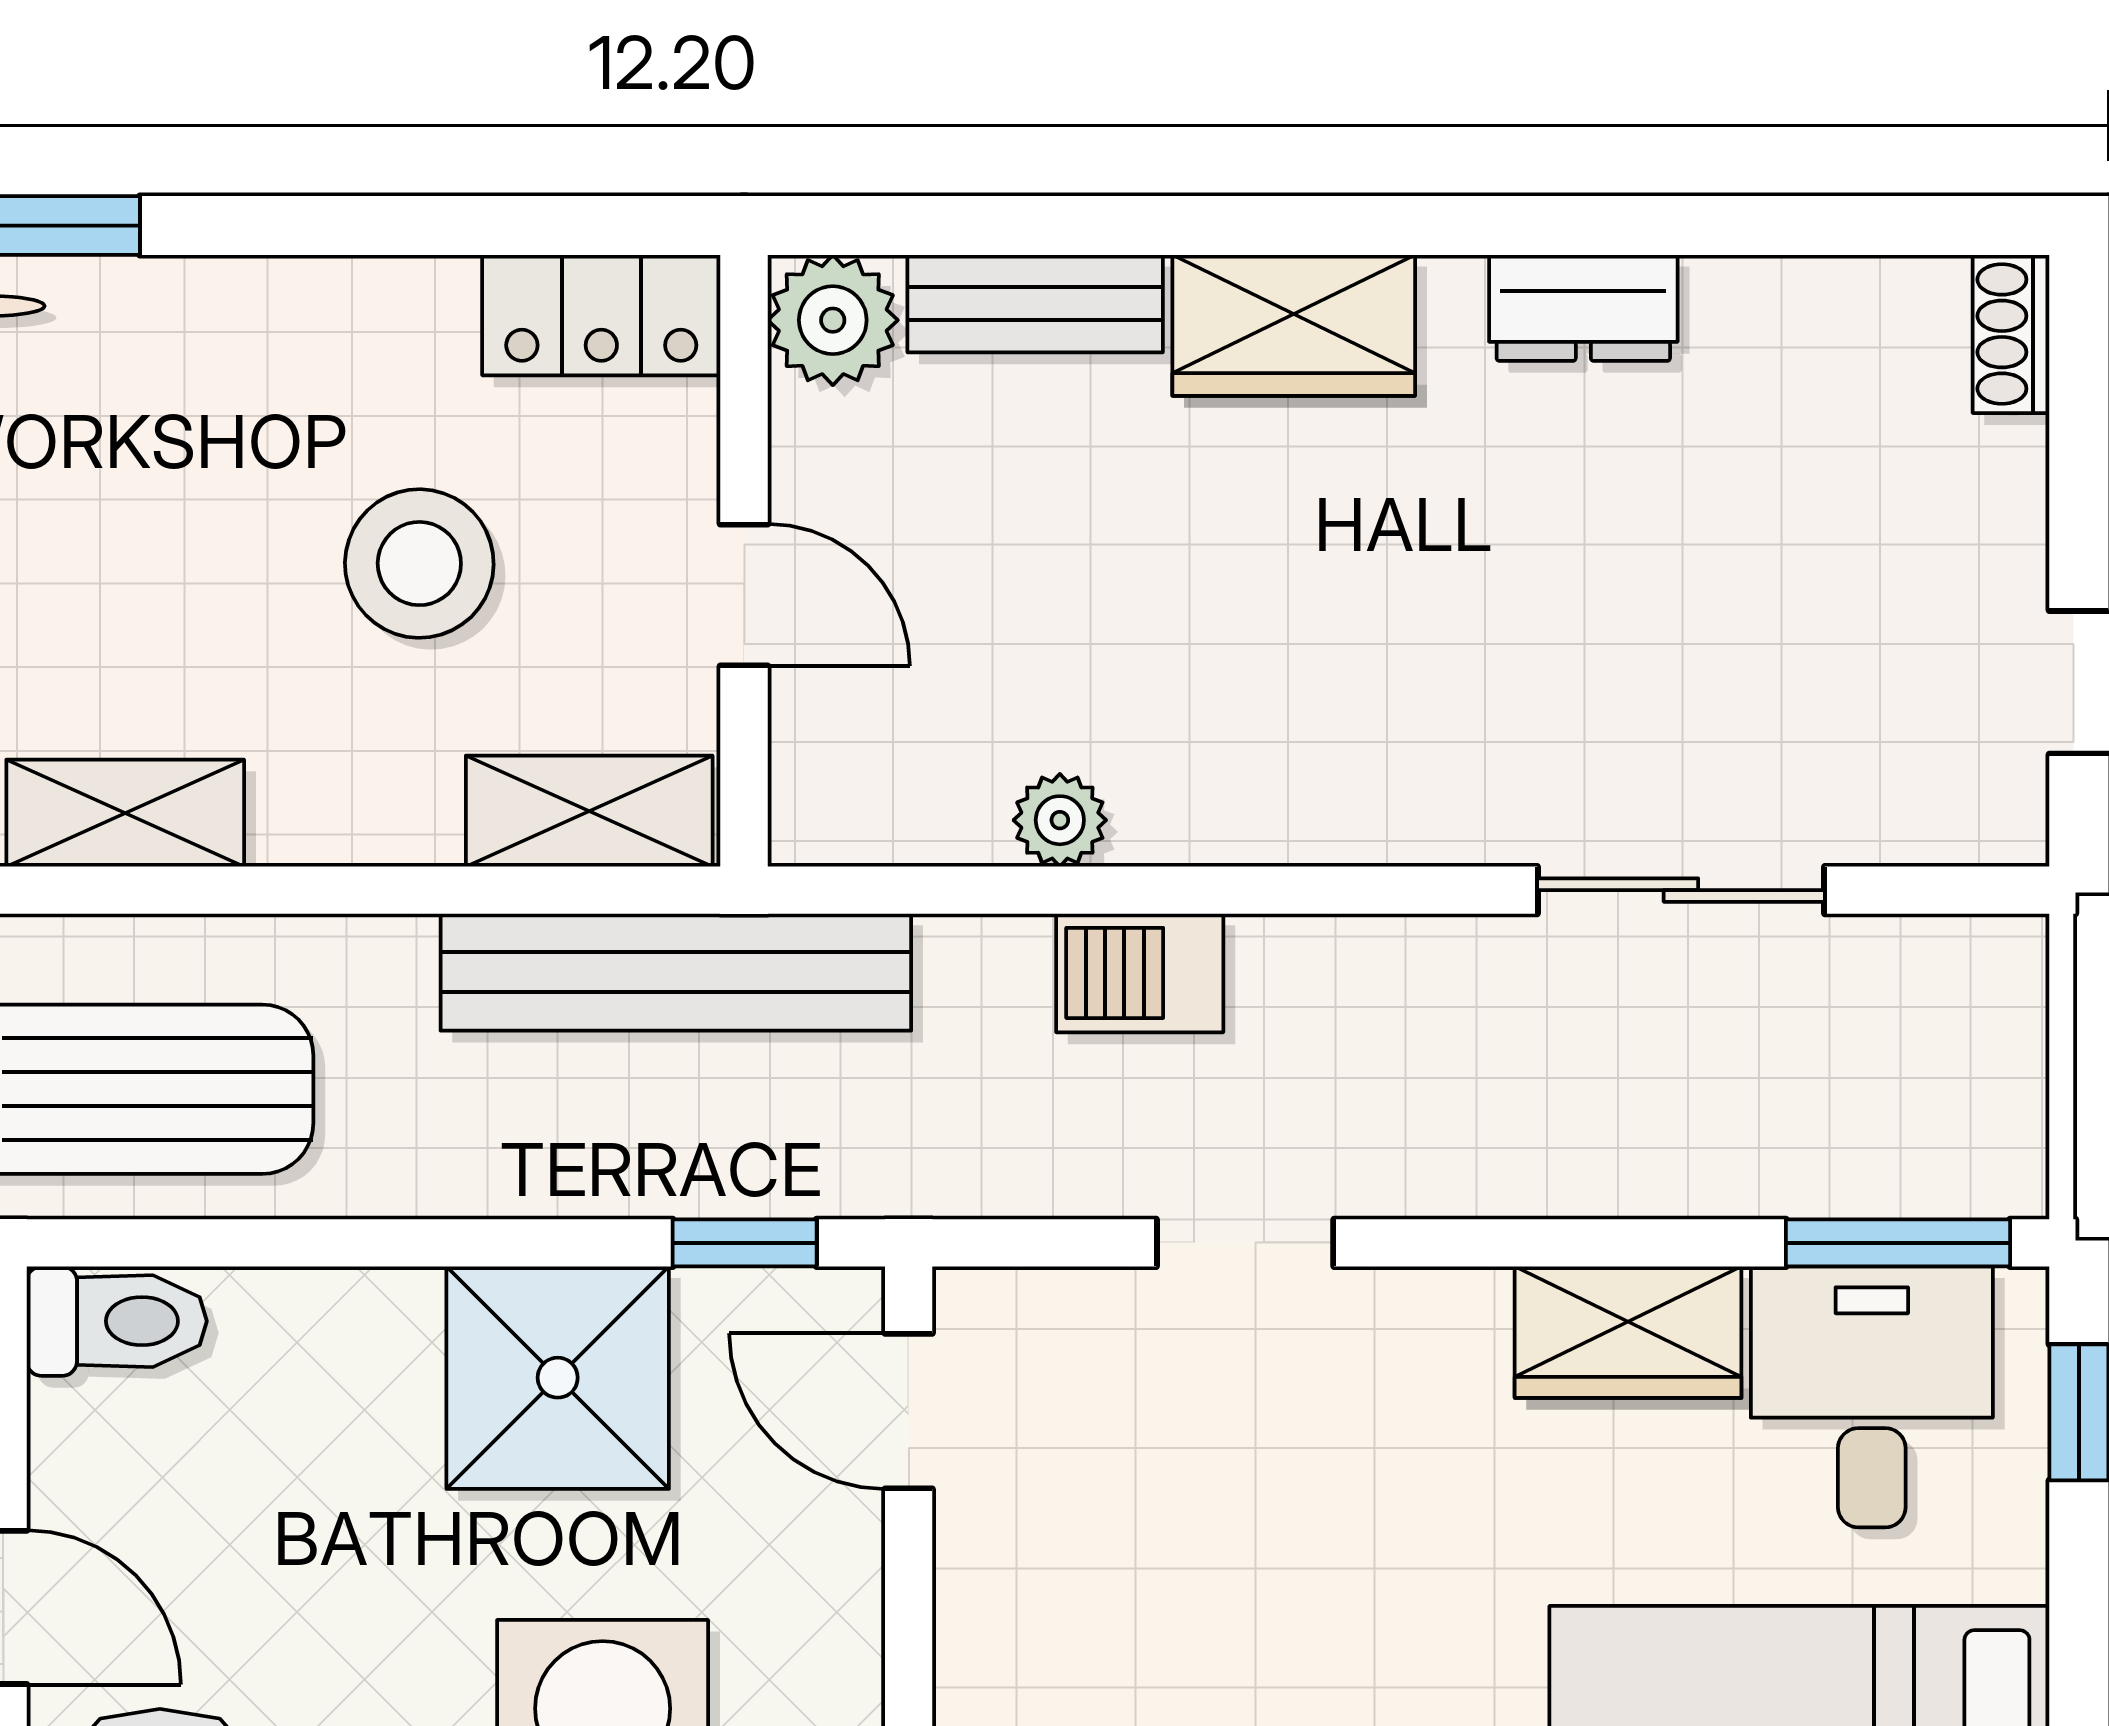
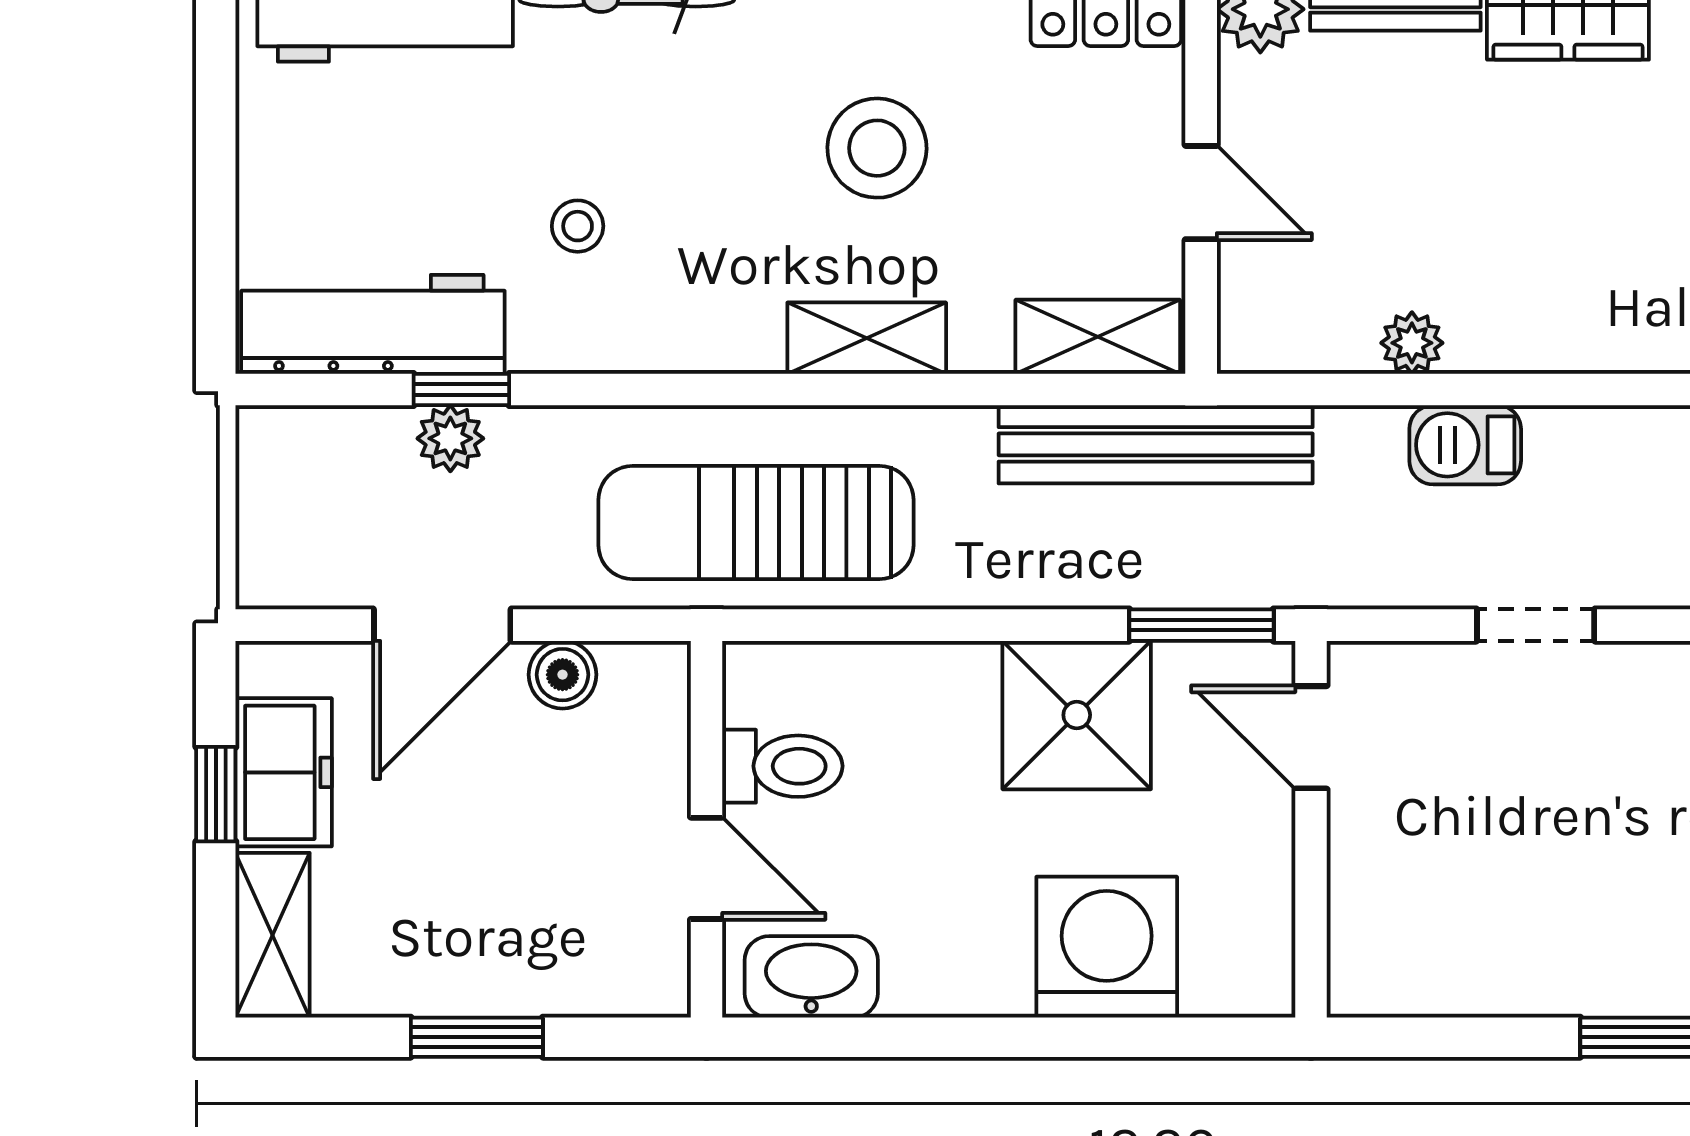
stool: (419, 564) -> (877, 148), moved
shelving: (125, 813) -> (867, 338), moved
window: (745, 1243) -> (1201, 625), width x1.50
toilet: (117, 1321) -> (782, 766), moved

